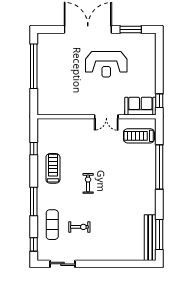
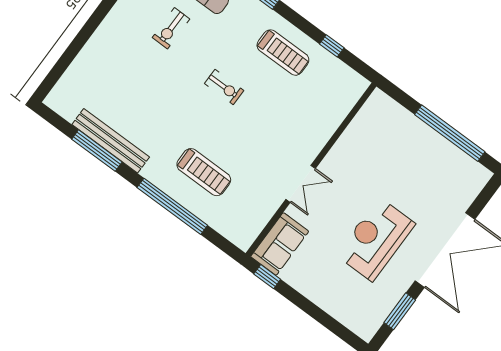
double door: (106, 117) -> (301, 184), swing flipped
treadmill: (139, 136) -> (204, 172), moved, turned 90
window: (159, 234) -> (97, 151), moved
bench: (150, 238) -> (111, 141), moved

